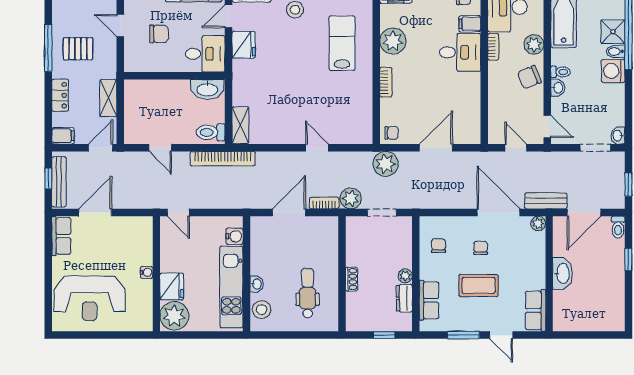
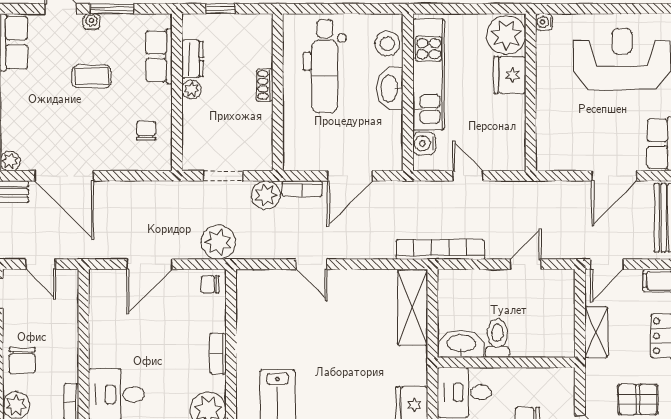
chair: (529, 77) -> (22, 360), turned 112
shelving: (240, 125) -> (412, 308), width x1.50, depth x1.33
toilet: (211, 132) -> (497, 338), moved, turned -90
door: (160, 148) -> (526, 264), hinge flipped
door: (178, 213) -> (468, 176), moved
chair: (438, 246) -> (146, 131), turned 180
chair: (481, 248) -> (89, 128), removed
water cooler: (147, 272) -> (544, 22), moved
washbasin: (257, 284) -> (390, 89), width x1.91, depth x1.45
coffee table: (478, 286) -> (91, 76), width x0.73, depth x0.77
dental chair: (308, 293) -> (325, 66), width x1.36, depth x1.38
water cooler: (478, 326) -> (92, 22), added

